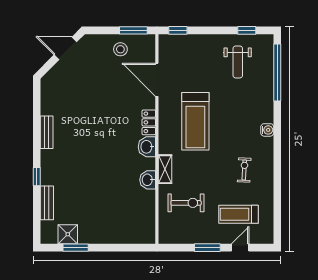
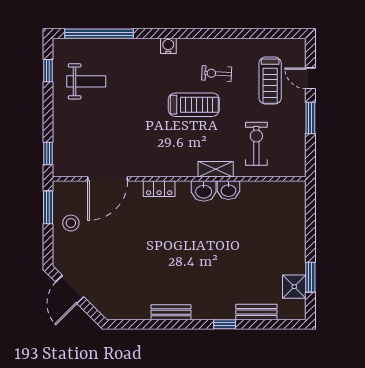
treadmill: (195, 121) -> (194, 105), moved, width x0.73, depth x0.73
washbasin: (147, 147) -> (204, 191), moved

